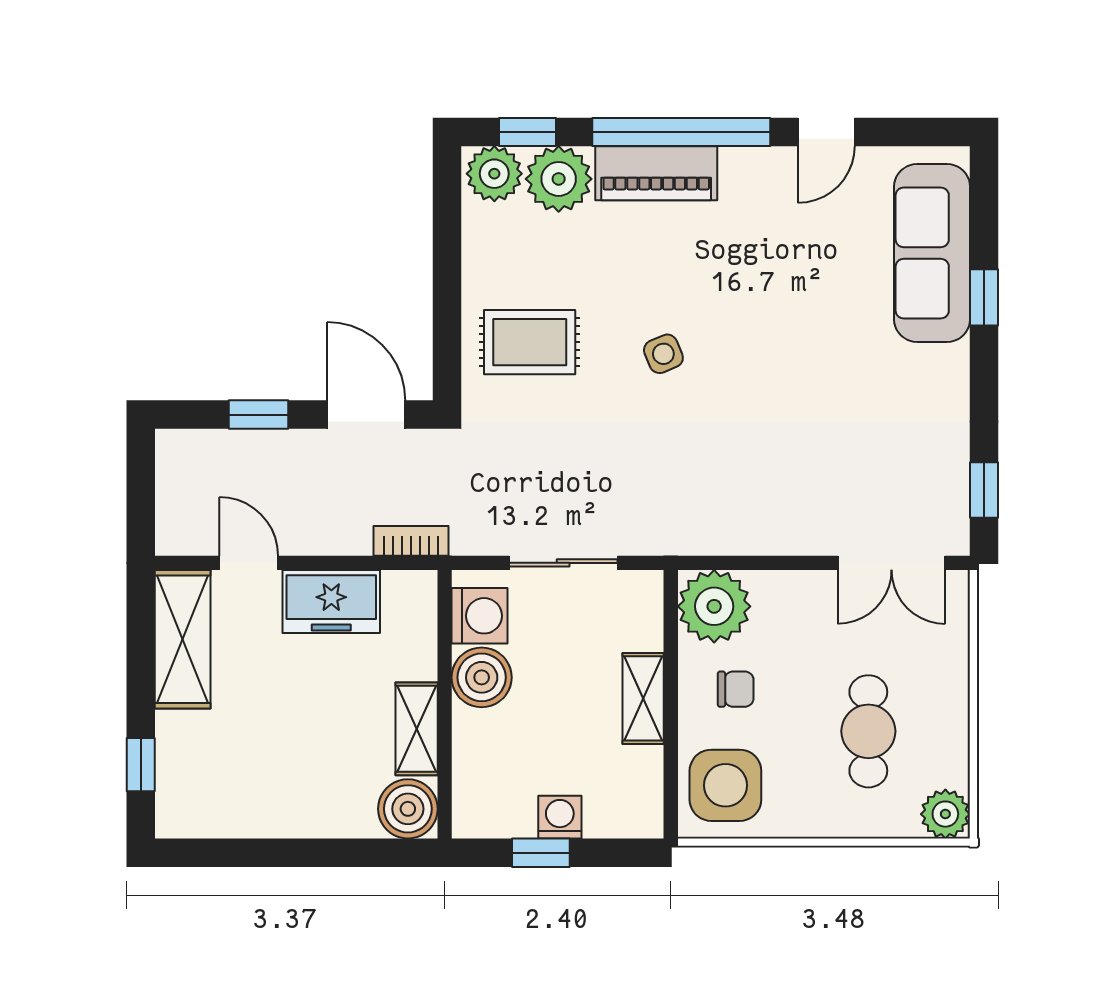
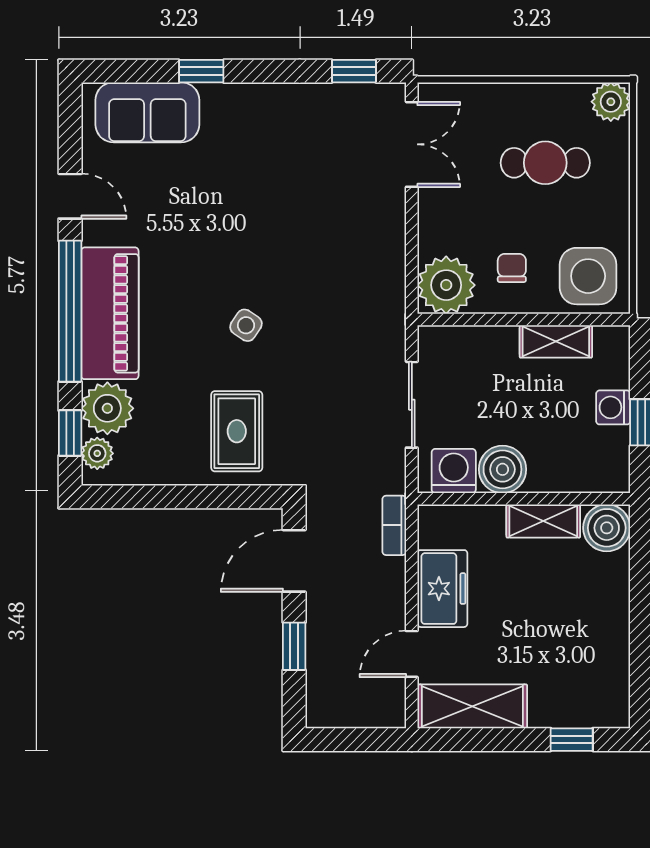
piano: (656, 173) -> (110, 313), width x1.37, depth x1.33
plant: (494, 174) -> (97, 453), width x0.73, depth x0.73
sofa: (932, 253) -> (147, 112), width x0.73
side table: (663, 354) -> (246, 325), turned -33
shelving: (643, 698) -> (556, 341), moved

